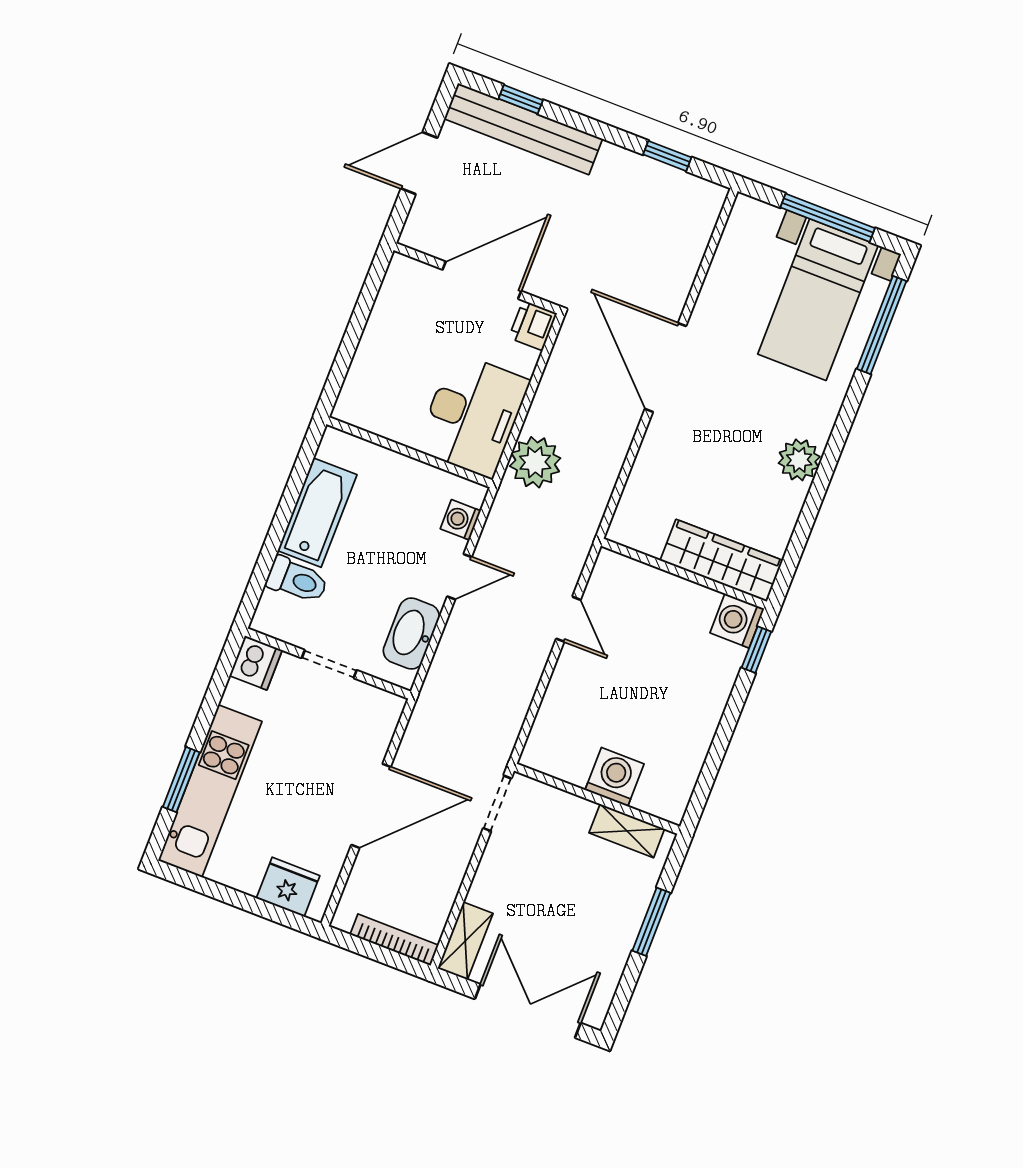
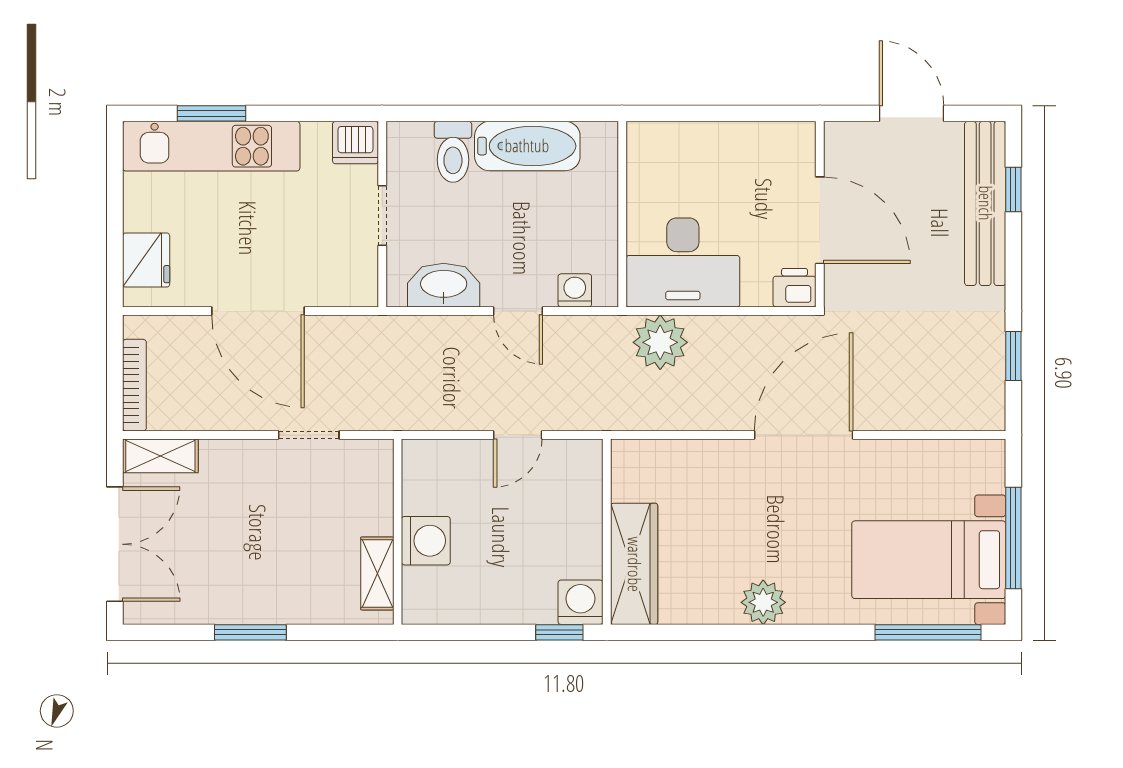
washing machine: (614, 777) -> (426, 541), moved
wall: (597, 799) -> (398, 532), moved
shelving: (627, 831) -> (377, 573), moved

